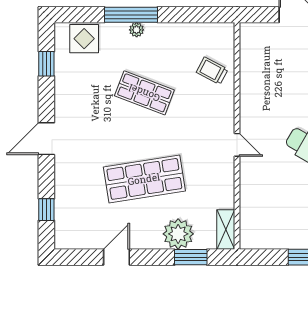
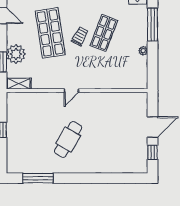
plant: (137, 30) -> (143, 51), moved
trolley: (212, 71) -> (80, 36), moved

